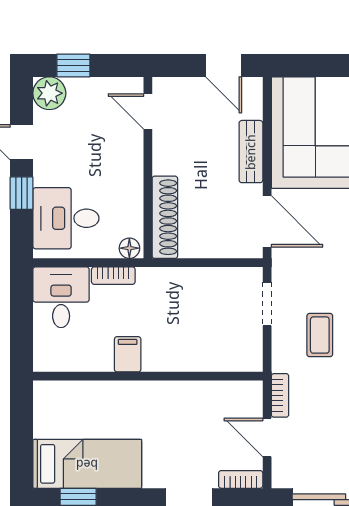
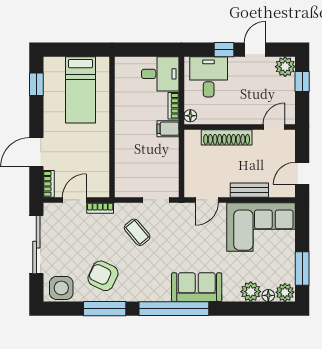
shoe rack: (165, 217) -> (227, 137), moved
door: (267, 221) -> (207, 200), width x0.73
coffee table: (320, 335) -> (137, 232), turned 50
filing cabinet: (128, 354) -> (168, 129), moved, turned 180
bed: (87, 464) -> (80, 90), moved

